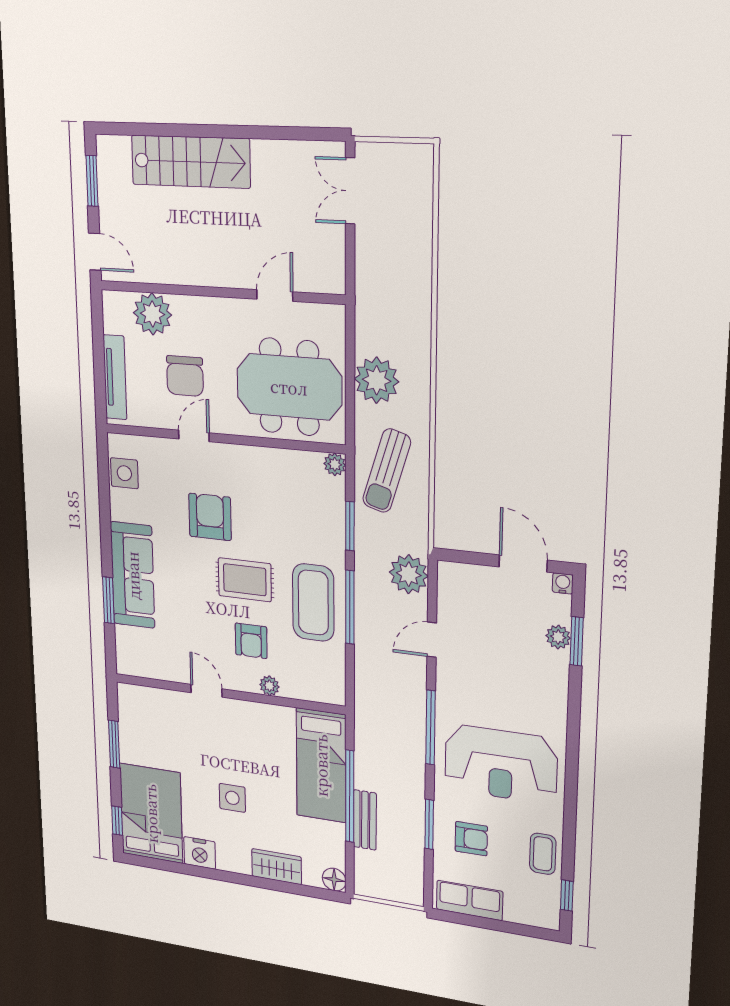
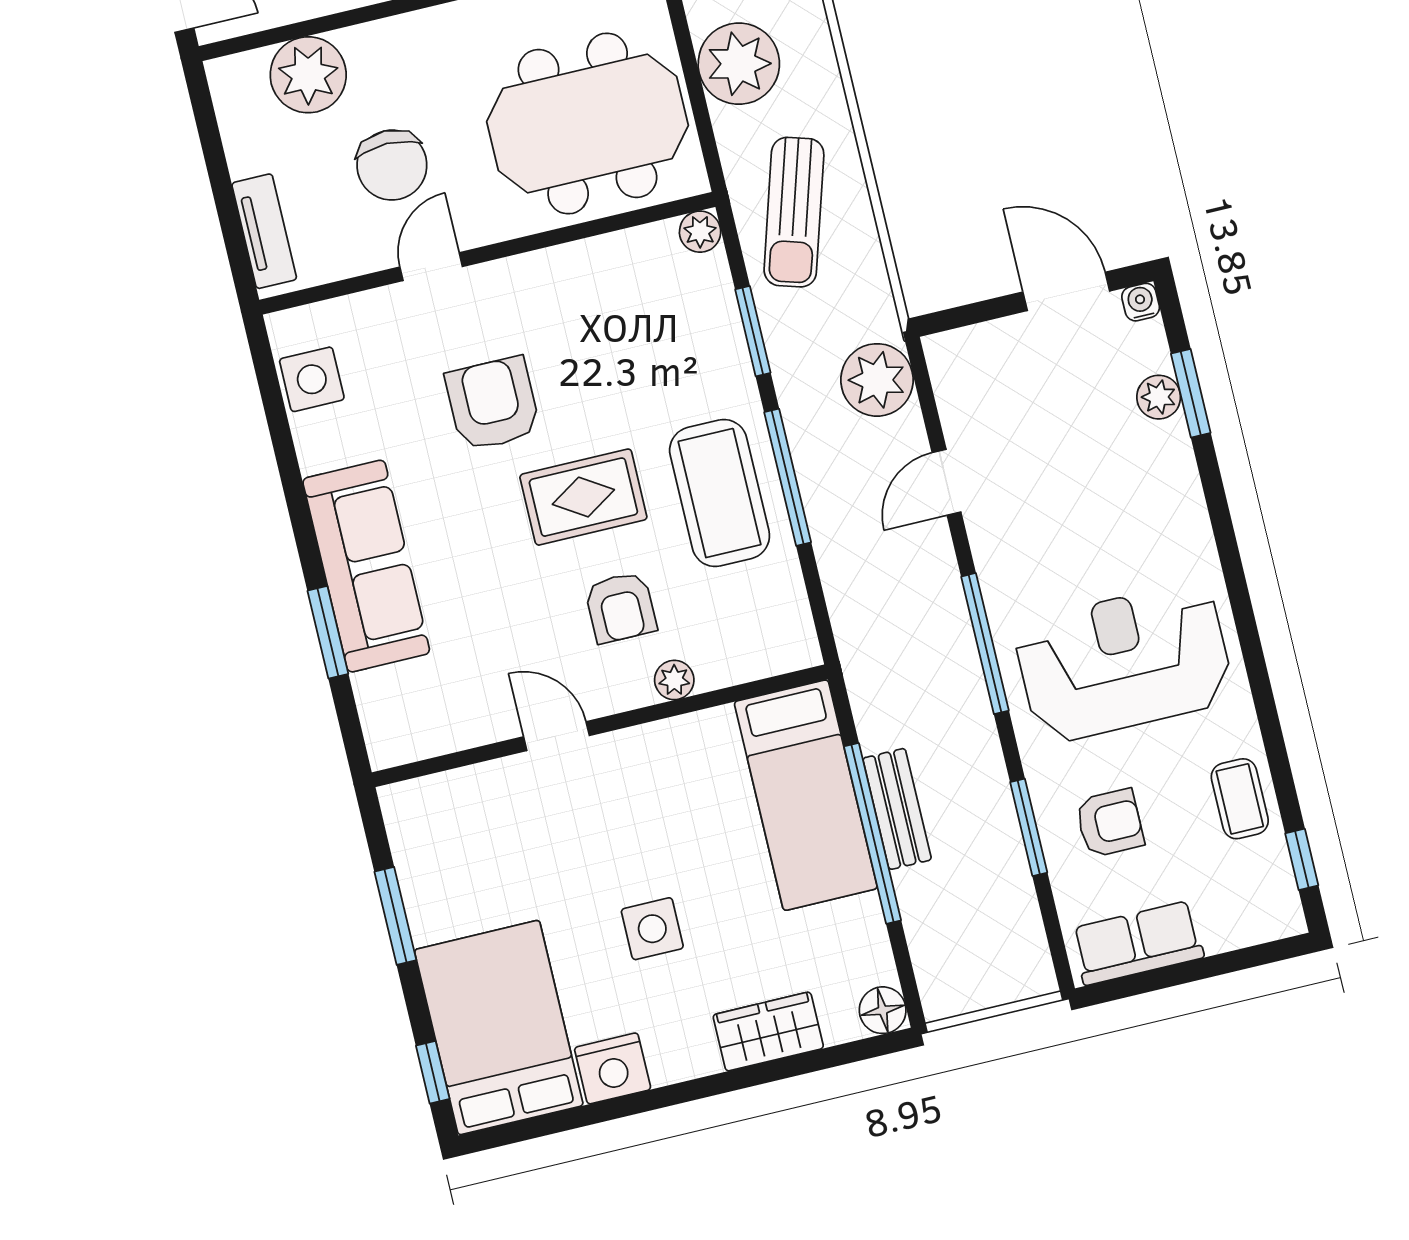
tv unit: (115, 377) -> (264, 231), width x0.71
reception desk: (501, 764) -> (1124, 662), turned 180
bench: (365, 820) -> (897, 809), moved

